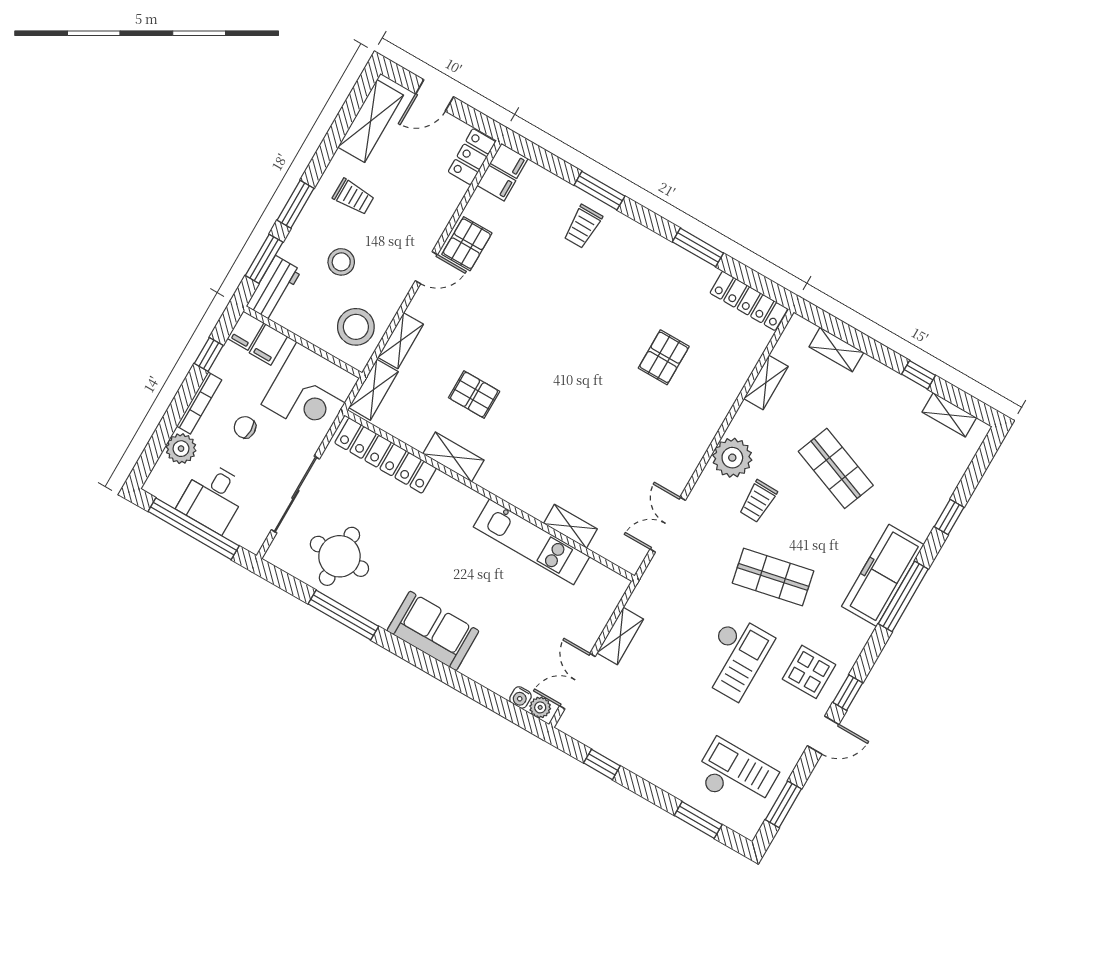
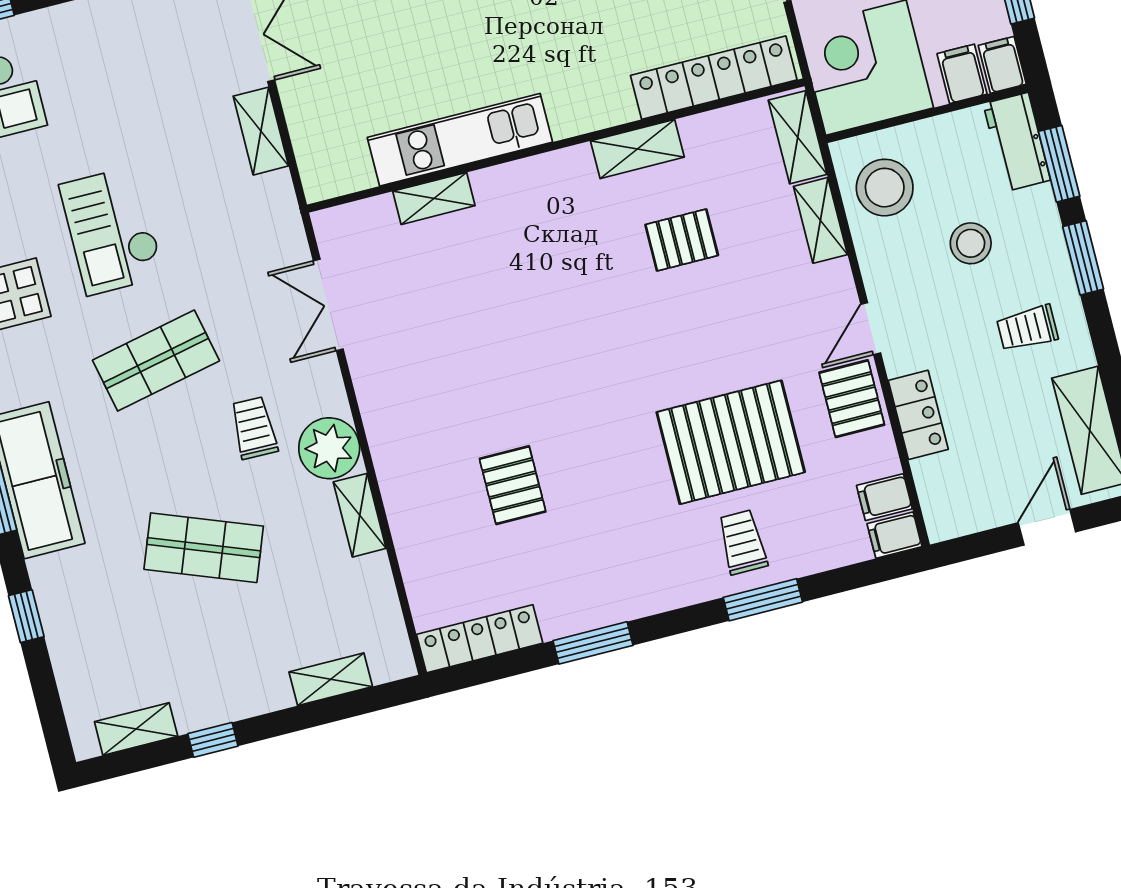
locker: (472, 157) -> (918, 415), moved
pallet: (543, 278) -> (731, 442), added
shelving: (766, 383) -> (360, 515), moved
double door: (668, 525) -> (328, 305), swing flipped

